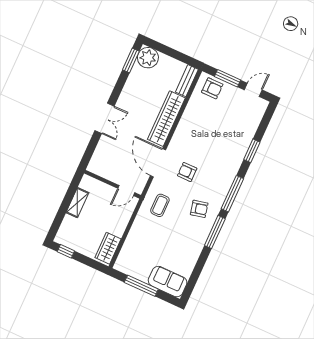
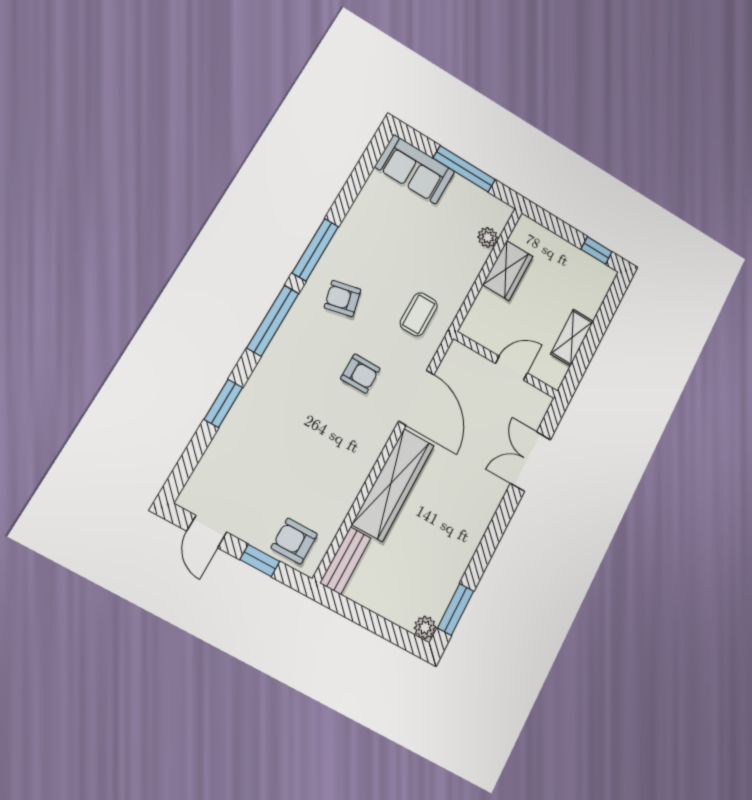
plant: (148, 58) -> (425, 627), width x0.53, depth x0.53
window: (228, 78) -> (260, 560), width x0.67
door: (253, 90) -> (207, 532), hinge flipped
double door: (105, 118) -> (531, 461), moved
door: (126, 191) -> (511, 368), moved
wardrobe: (108, 248) -> (508, 271), moved
plant: (126, 250) -> (488, 237), added

